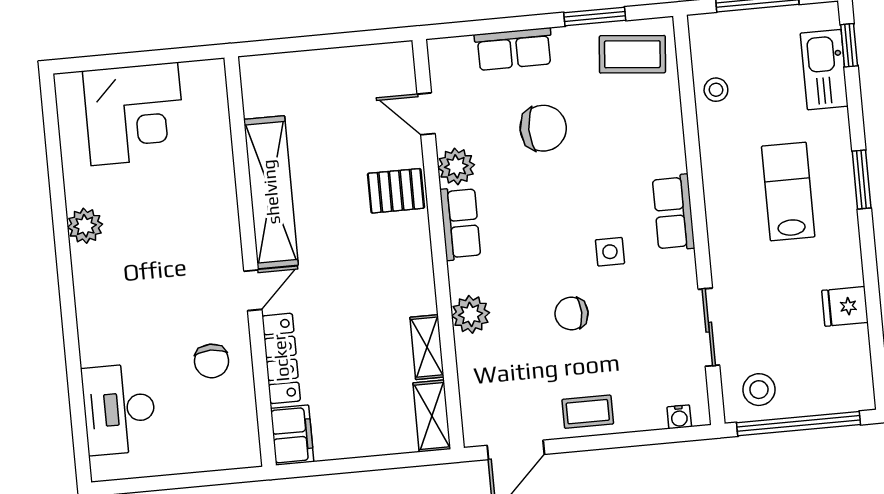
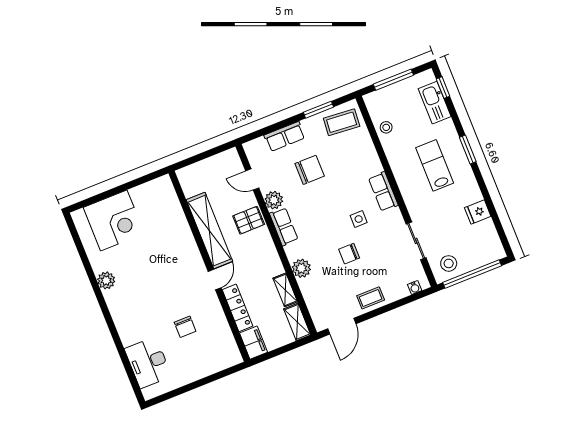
shelving: (271, 192) -> (209, 231), moved
wall: (250, 261) -> (209, 266), moved
door: (253, 290) -> (215, 280), moved
locker: (281, 358) -> (238, 308), moved
filing cabinet: (292, 435) -> (254, 343), moved

